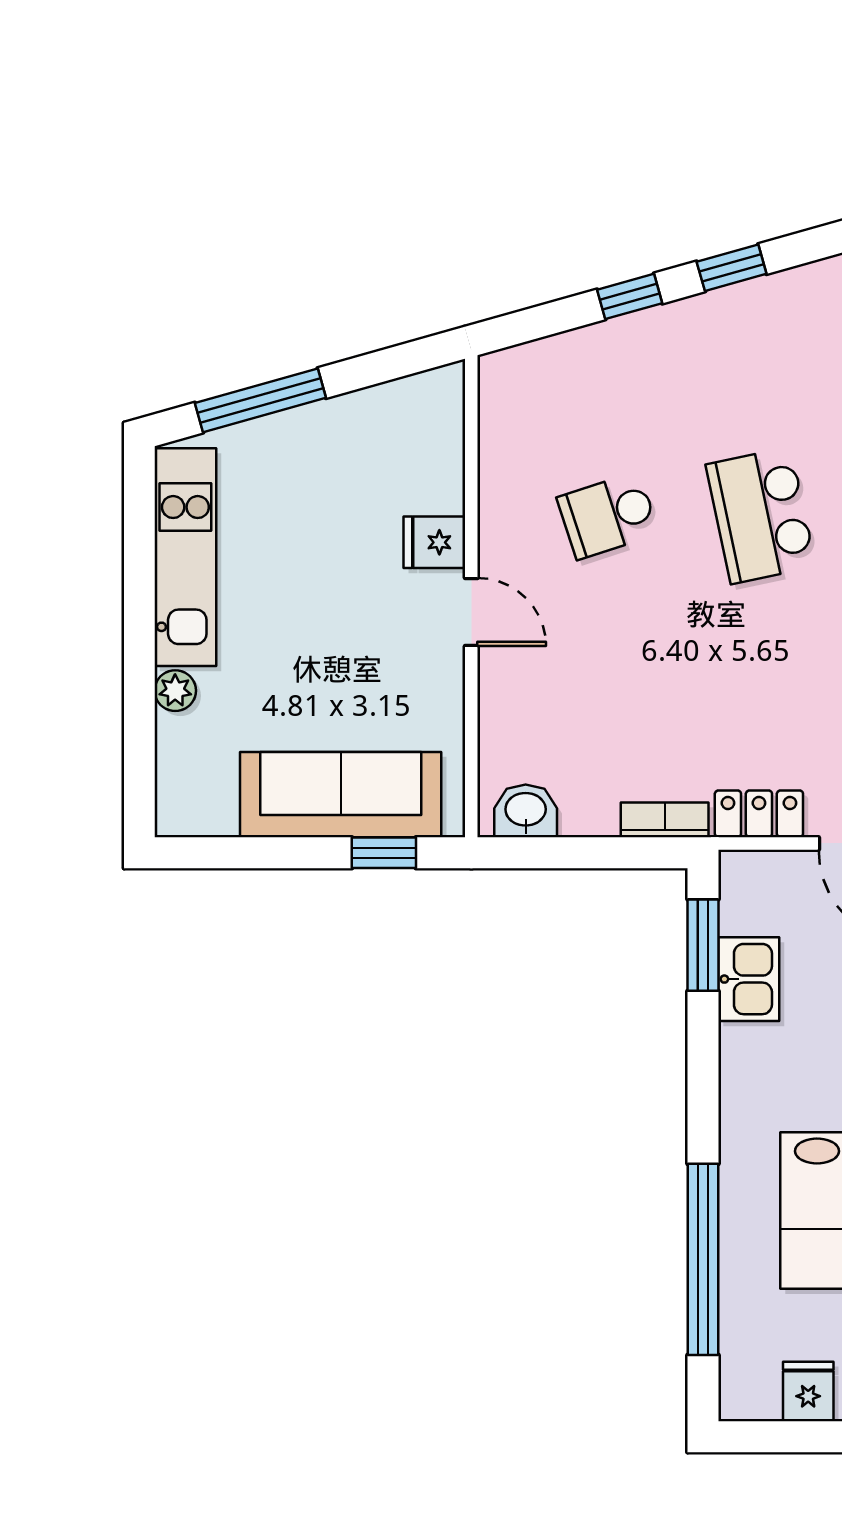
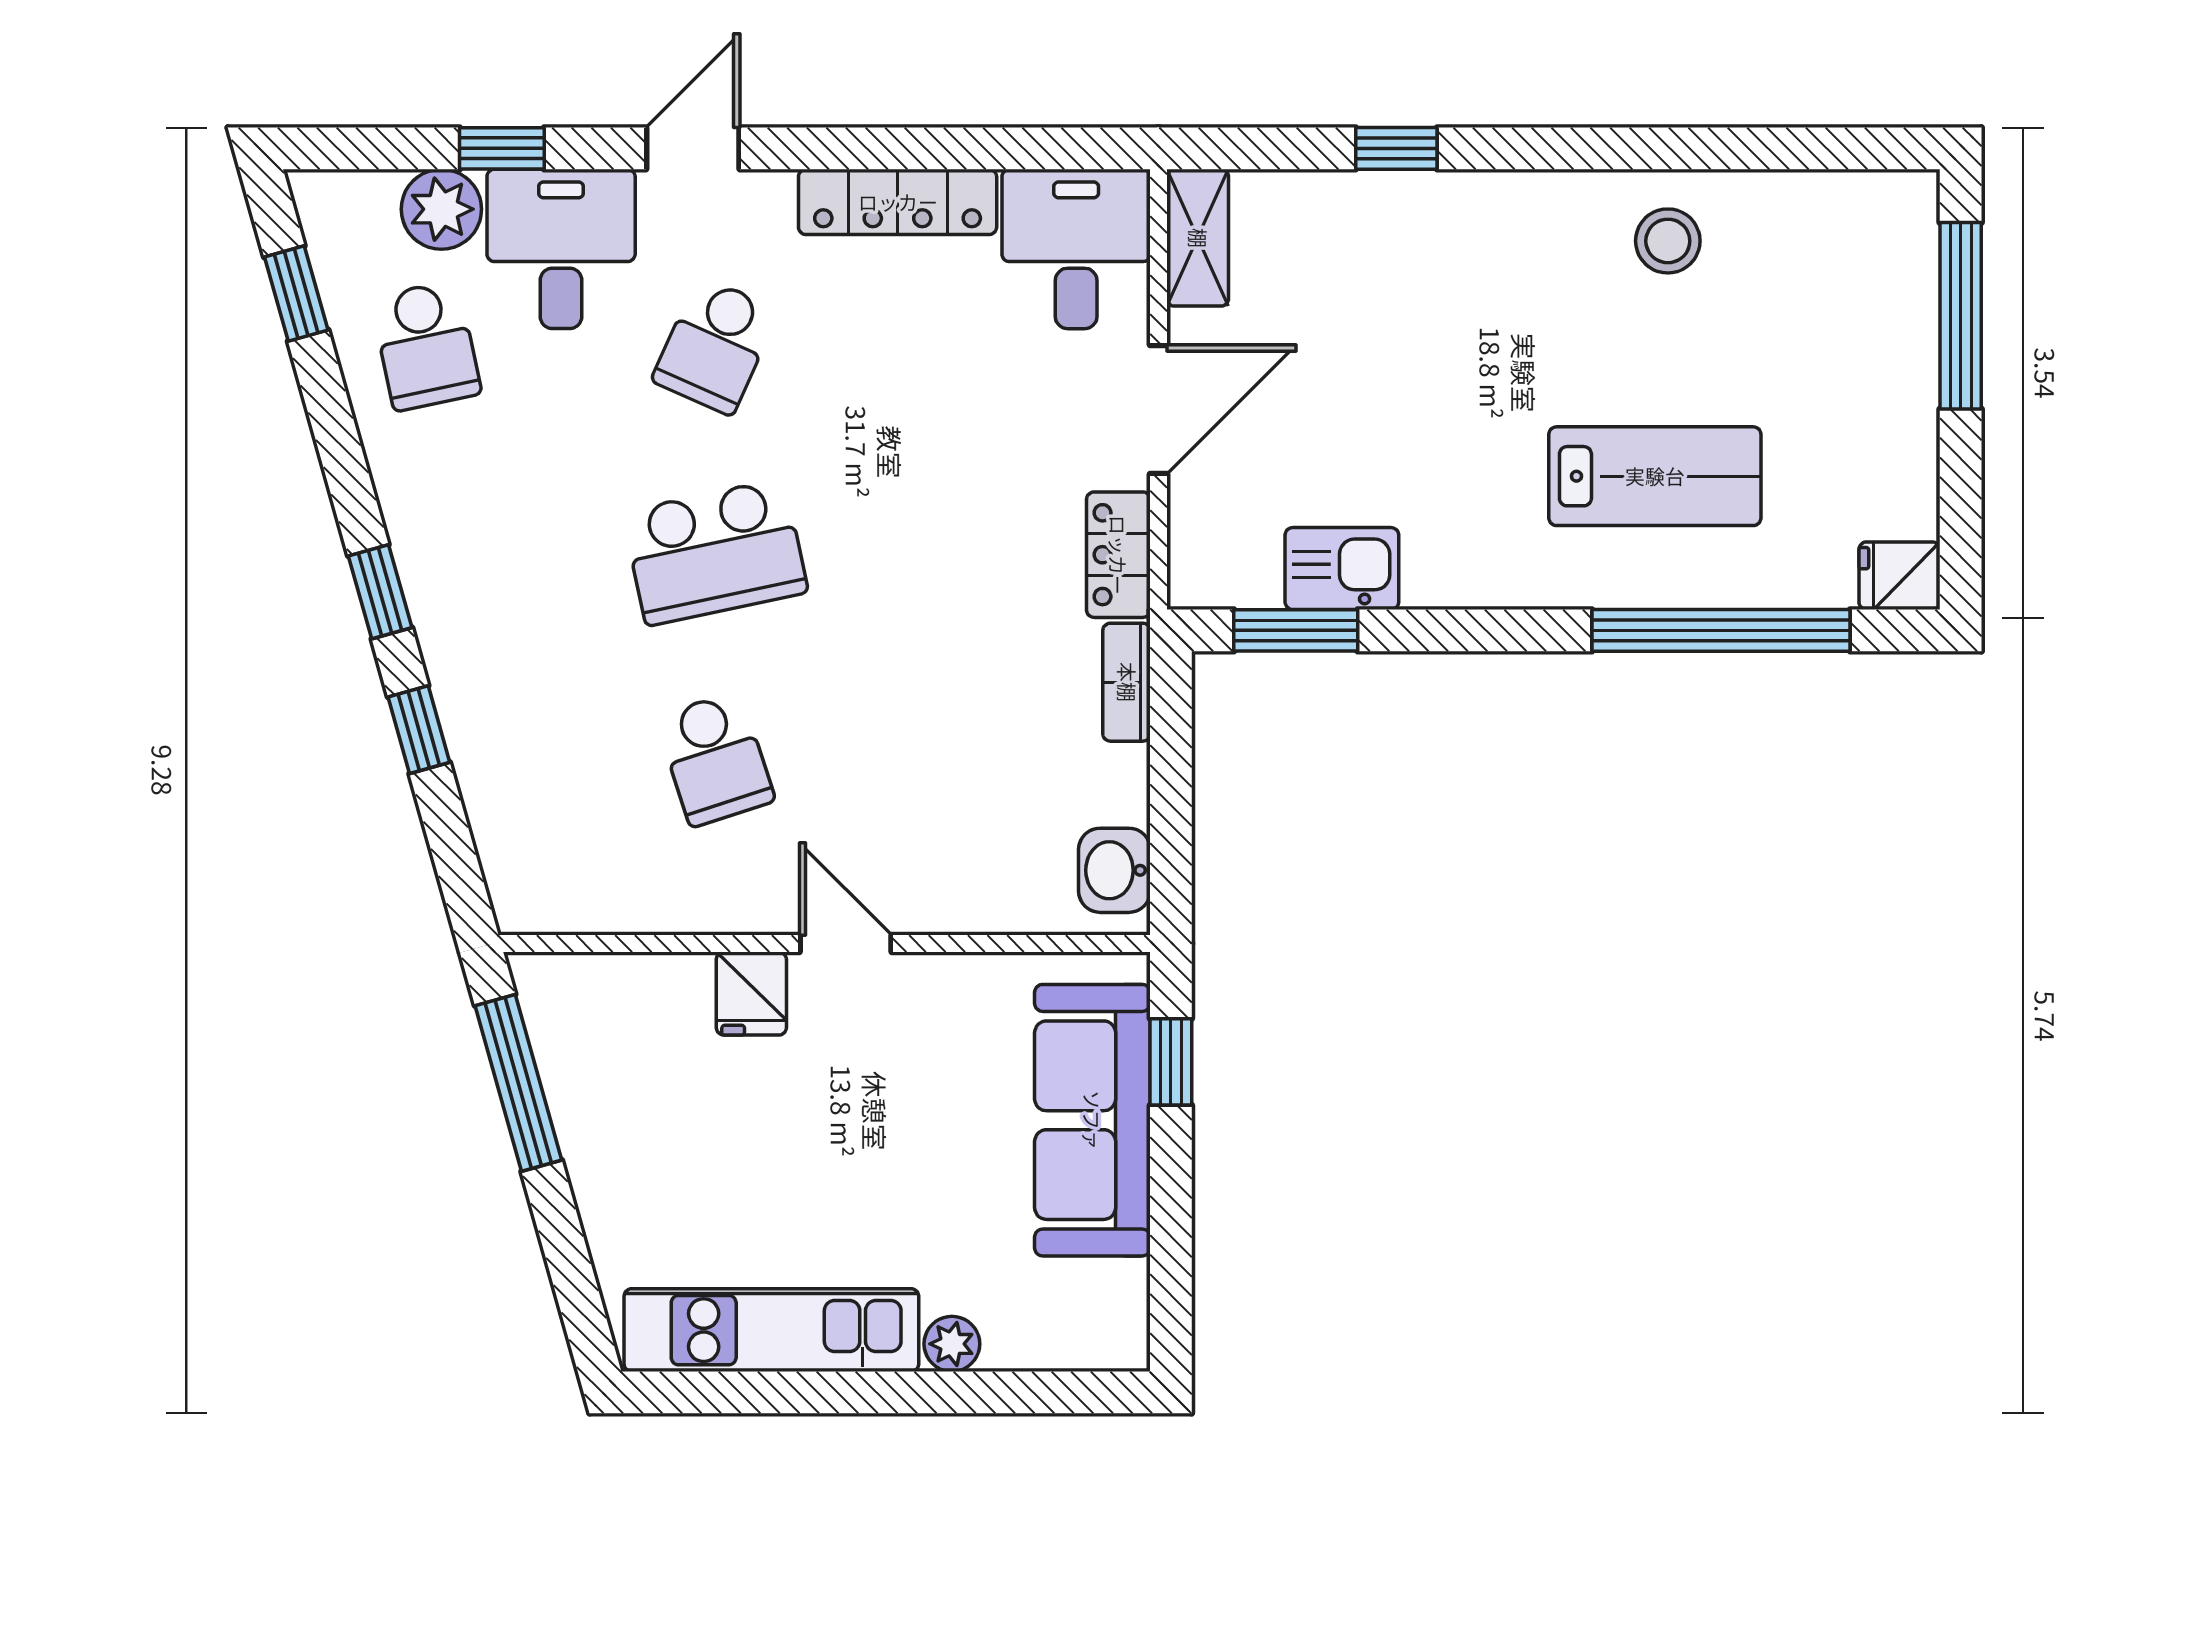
window: (260, 400) -> (518, 1083), moved
door: (471, 612) -> (846, 944), hinge flipped
fridge: (808, 1391) -> (1899, 576), moved

